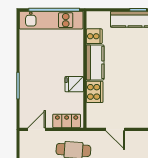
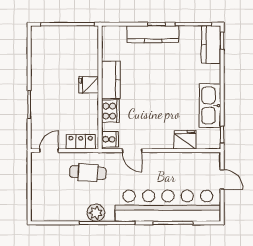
kitchen unit: (51, 20) -> (64, 35), removed
cooker: (94, 36) -> (110, 139), moved
fridge: (74, 84) -> (89, 85), moved

